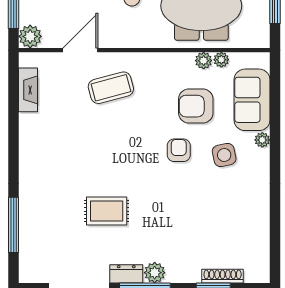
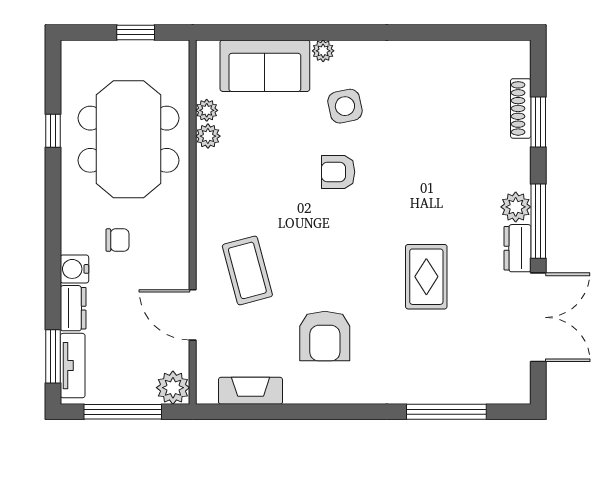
armchair: (196, 106) -> (325, 336), moved

